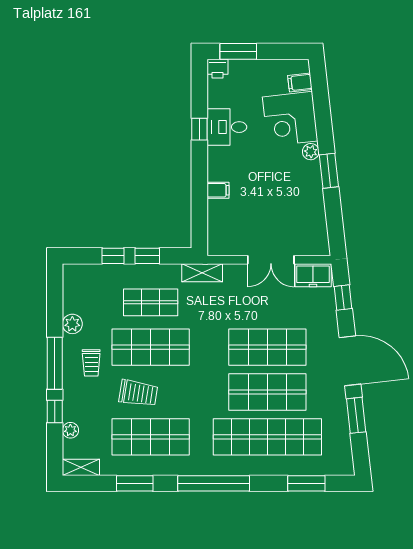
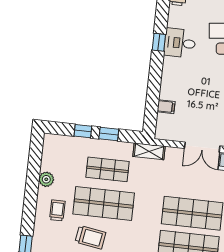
filing cabinet: (218, 190) -> (166, 107), moved
window: (55, 363) -> (30, 208), removed
trolley: (91, 363) -> (57, 210), turned 180

